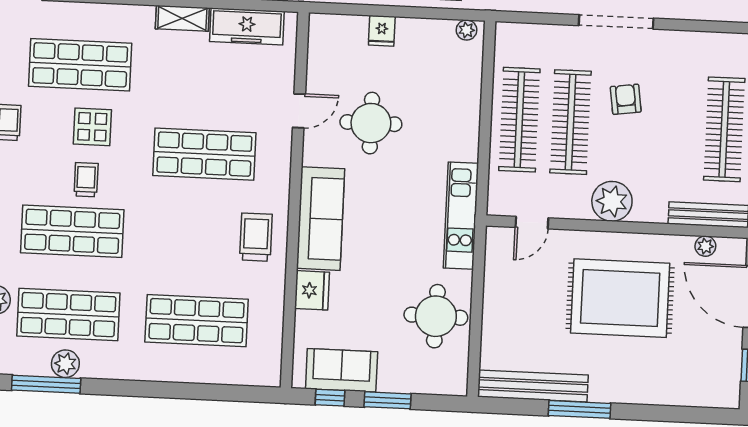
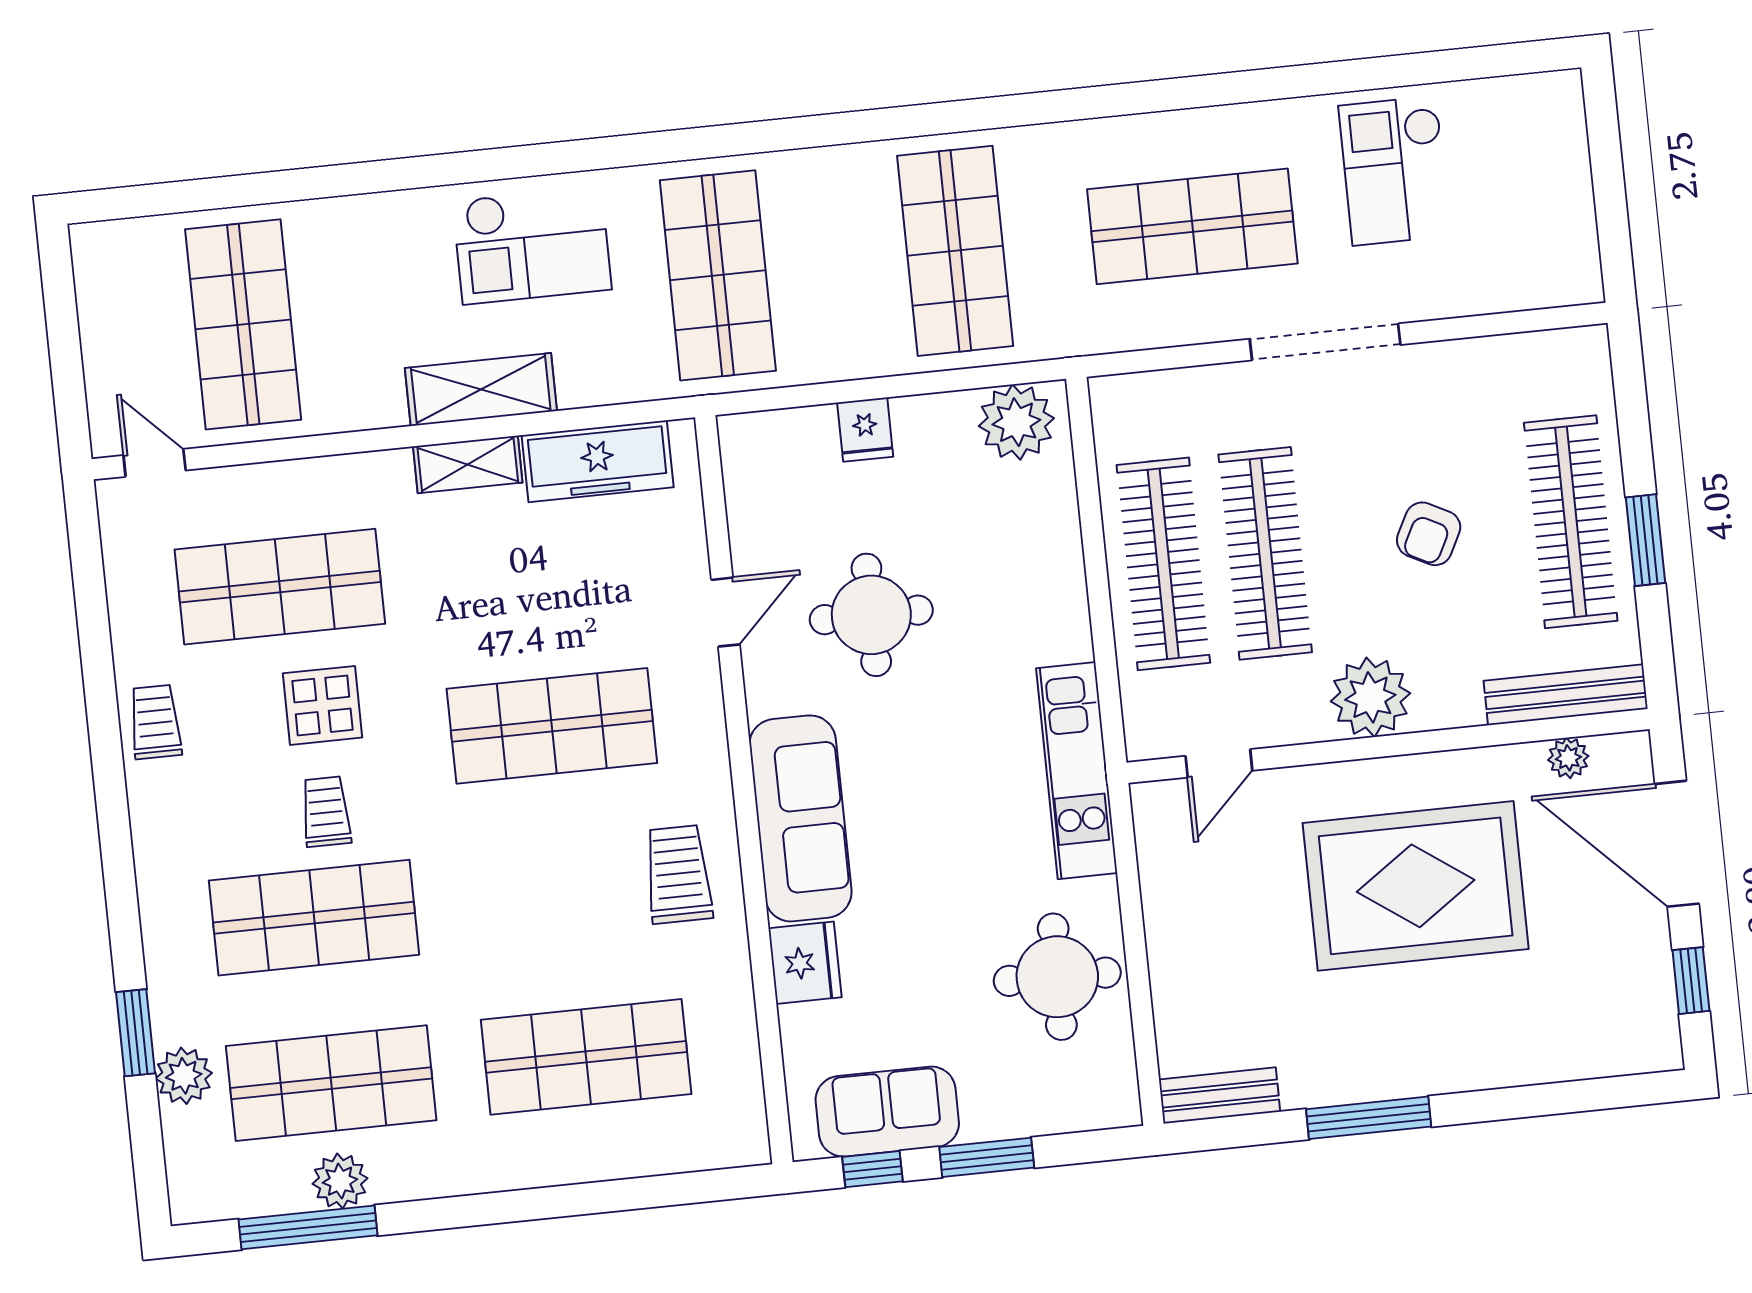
plant: (467, 30) -> (1016, 422), width x1.88, depth x1.88
armchair: (626, 99) -> (1429, 534), moved, turned -145
bench: (533, 386) -> (1220, 1096), width x0.54, depth x0.82

